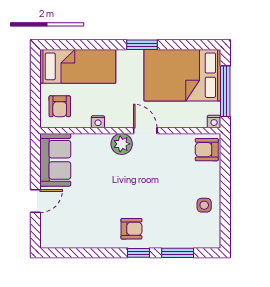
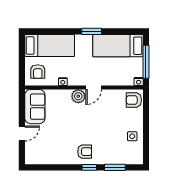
bed: (182, 75) -> (118, 46), width x0.67
door: (145, 131) -> (94, 87), swing flipped

